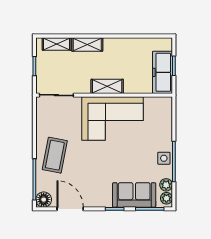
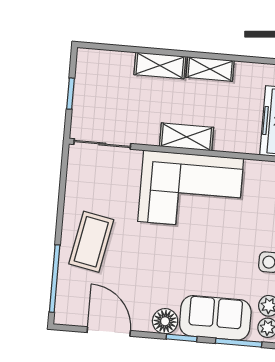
shelving: (57, 44) -> (210, 69), moved
floor lamp: (44, 200) -> (165, 321), moved

